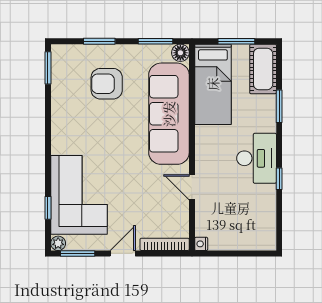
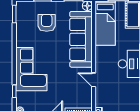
armchair: (107, 84) -> (47, 23), turned 90
corner sofa: (79, 195) -> (31, 69), moved

